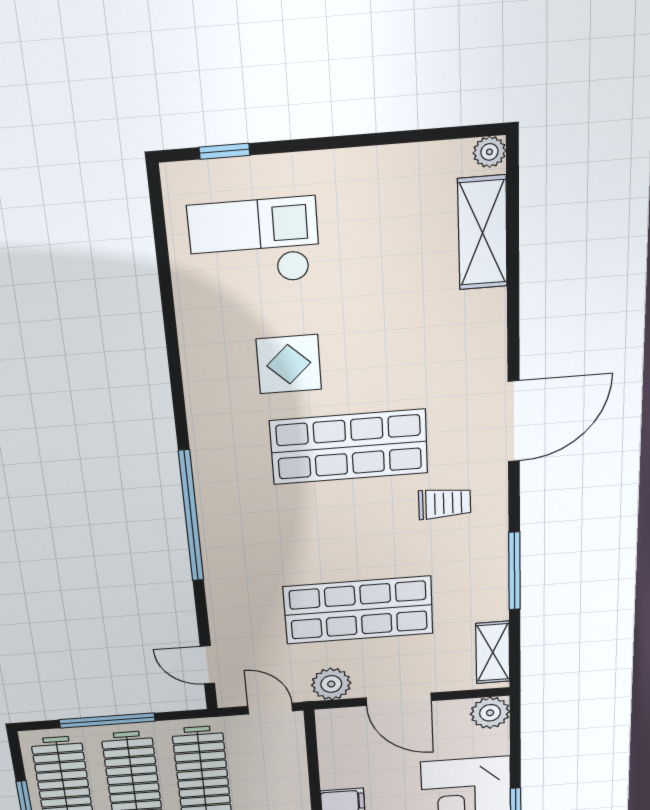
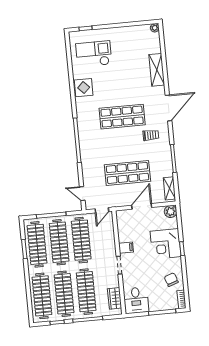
shelving: (483, 233) -> (157, 70), moved
display table: (289, 364) -> (84, 88), moved
plant: (331, 684) -> (120, 201), removed
door: (399, 699) -> (142, 206), swing flipped
door: (270, 709) -> (102, 210), swing flipped

